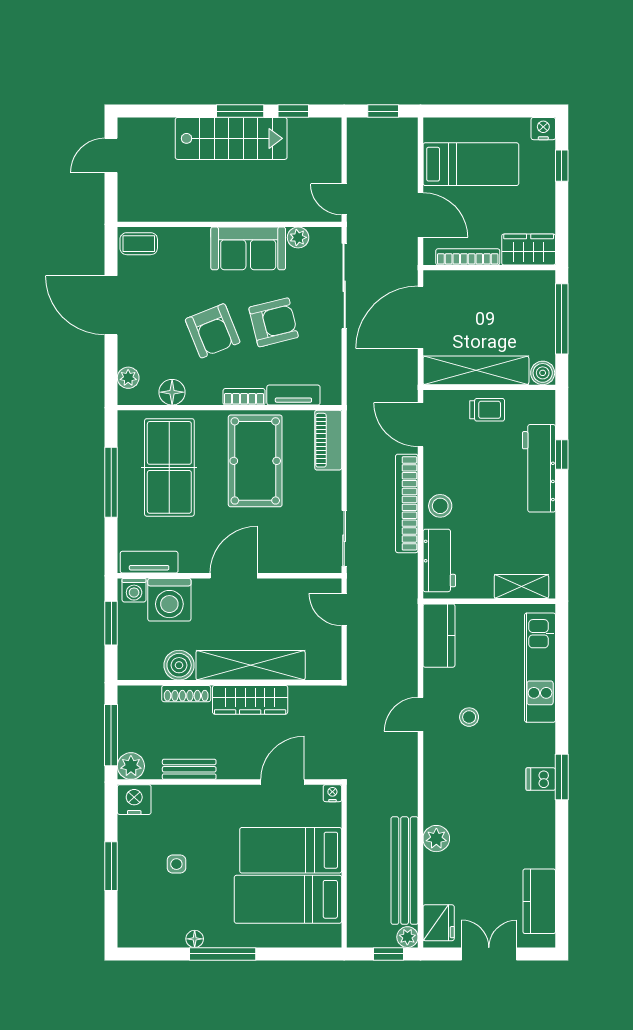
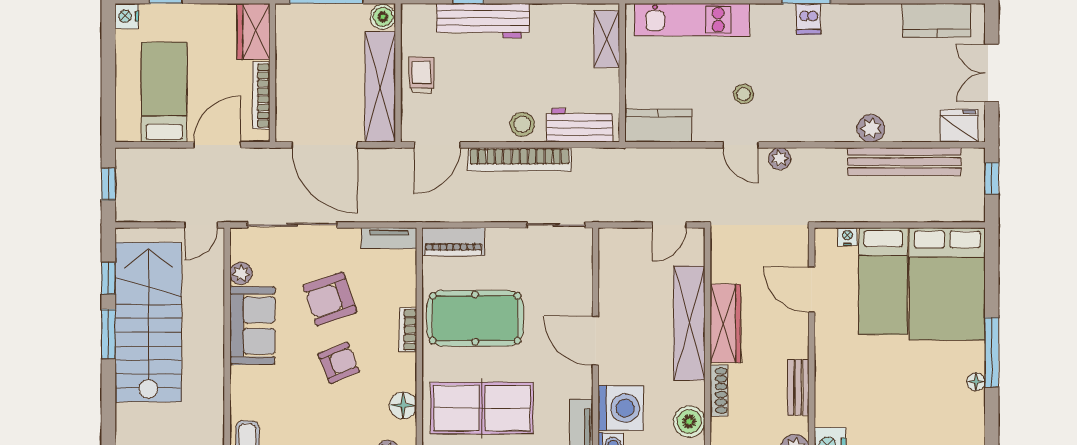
stairs: (231, 138) -> (148, 322), width x1.36, depth x1.51
armchair: (274, 322) -> (330, 299), turned -95
armchair: (213, 331) -> (339, 363), width x0.72, depth x0.72
tv unit: (293, 395) -> (389, 238), moved, turned -90
door: (344, 610) -> (669, 225), moved
boiler: (179, 665) -> (689, 422), moved
nightstand: (332, 793) -> (847, 237), moved, turned 90
side table: (176, 864) -> (898, 401), removed
bed: (288, 899) -> (947, 284), width x1.50
plant: (407, 937) -> (780, 159), moved

